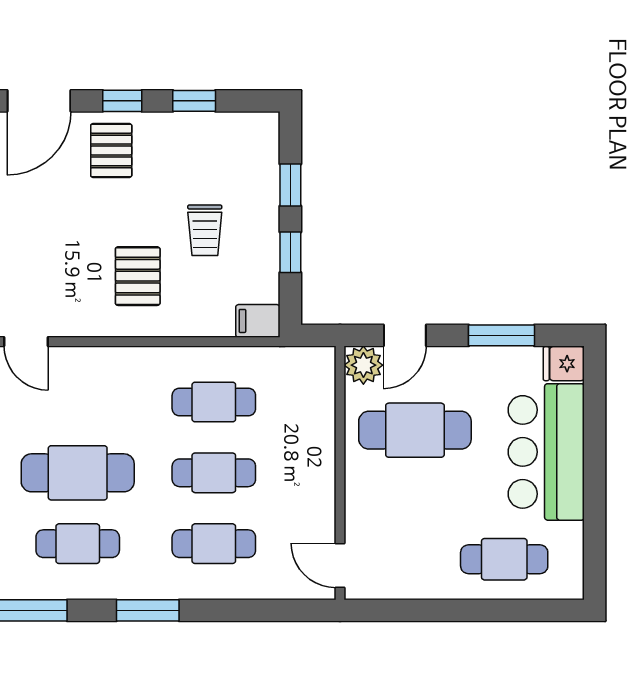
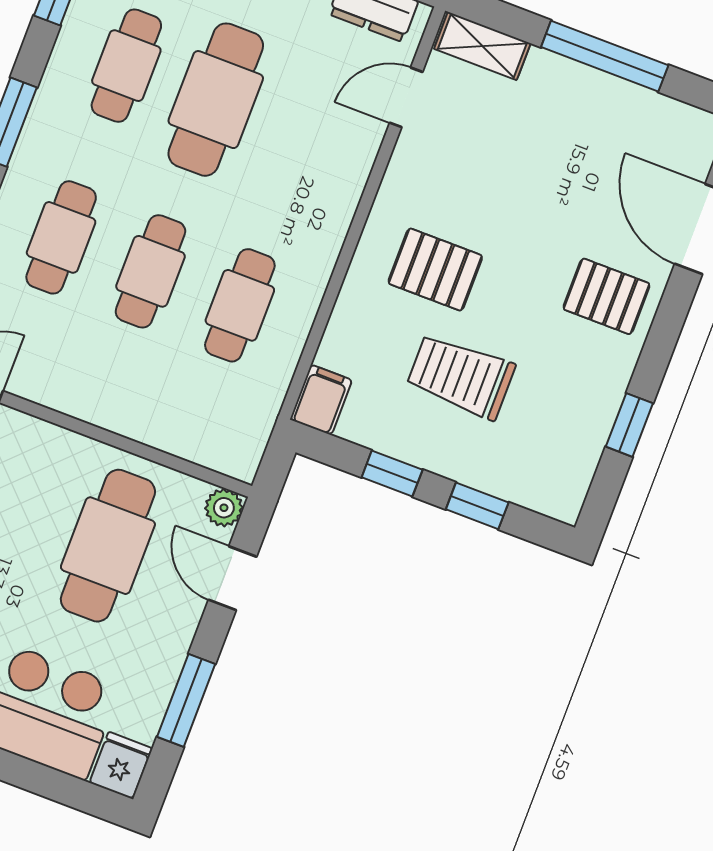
window: (122, 101) -> (664, 334), removed
trolley: (205, 230) -> (461, 376), width x1.36, depth x1.39
plant: (363, 365) -> (224, 508), width x0.73, depth x0.73

